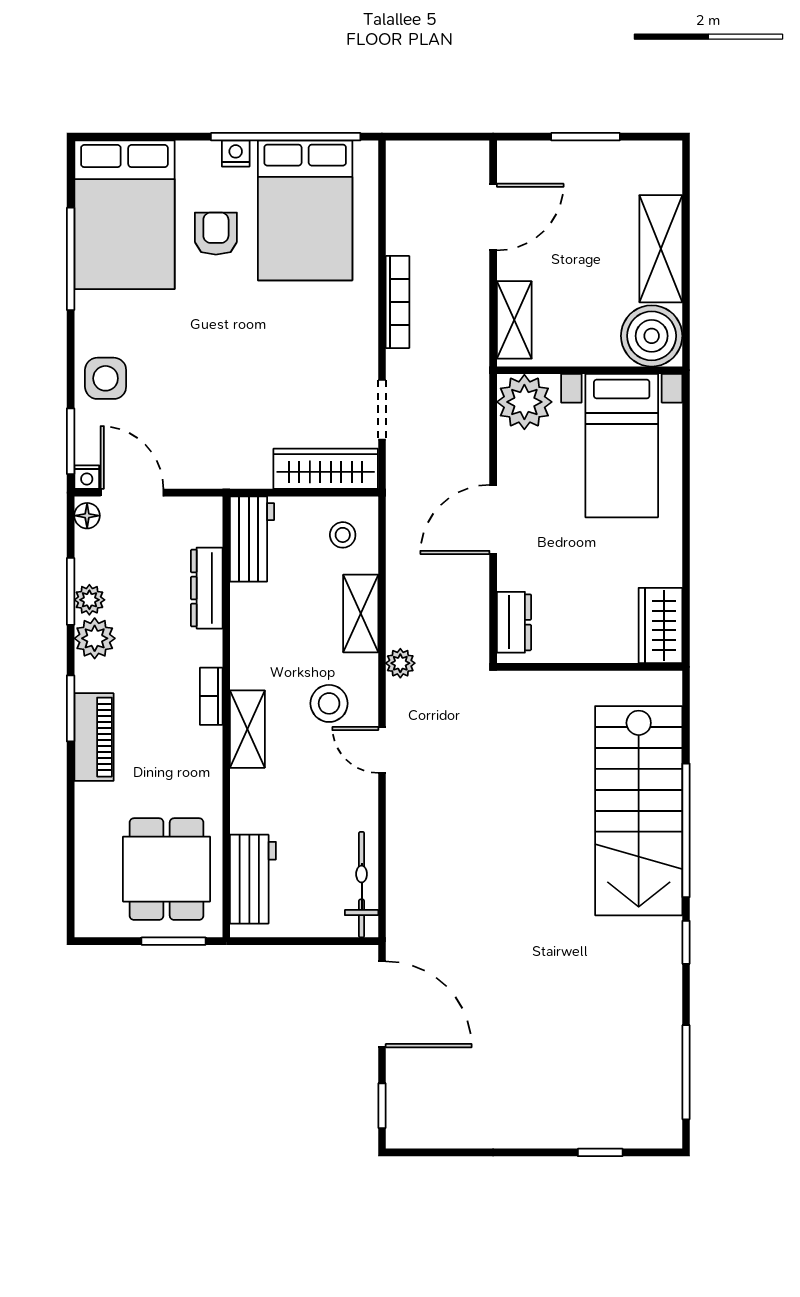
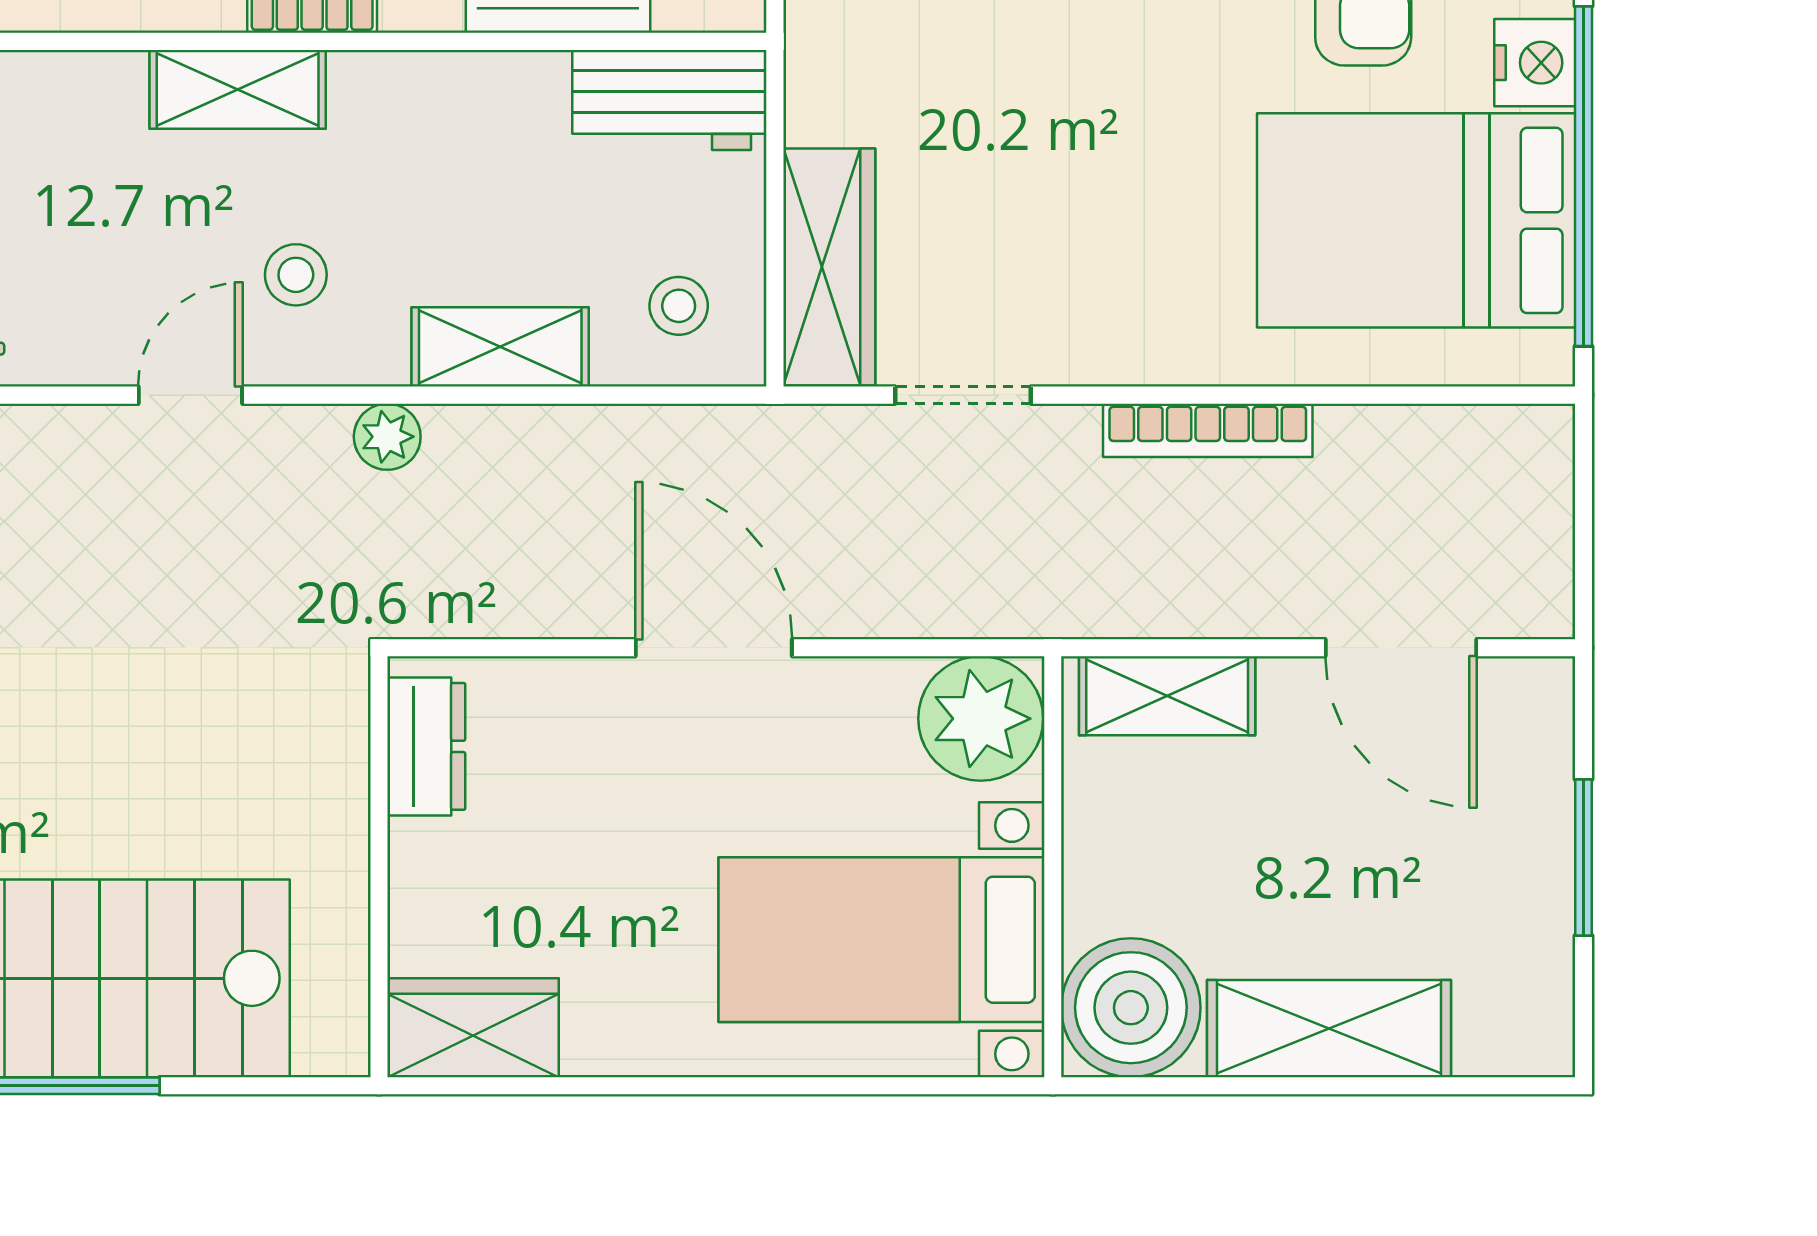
nightstand: (236, 154) -> (1535, 63), width x1.39, depth x1.35
dresser: (514, 622) -> (426, 746), moved, turned -90
stool: (329, 703) -> (296, 275), width x0.73, depth x0.73

